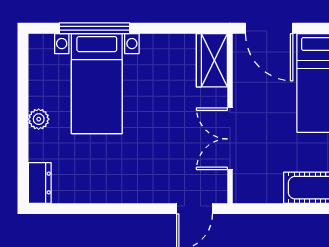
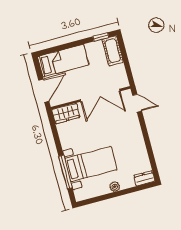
double door: (230, 139) -> (100, 95), width x1.37

